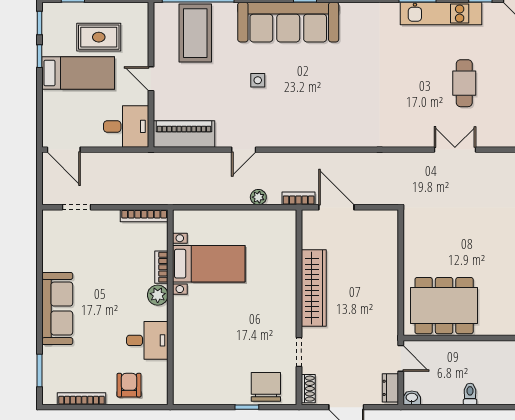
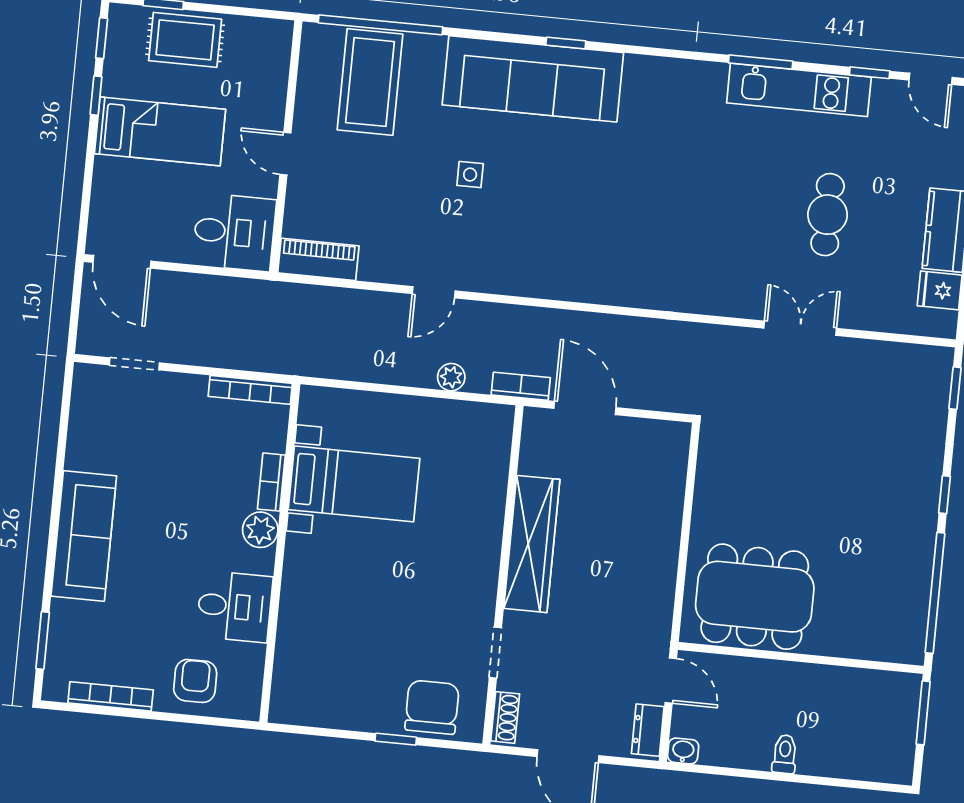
rug: (99, 37) -> (185, 40), moved
piano: (184, 134) -> (318, 259), width x0.73, depth x0.75

